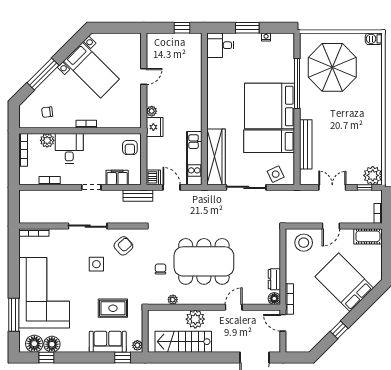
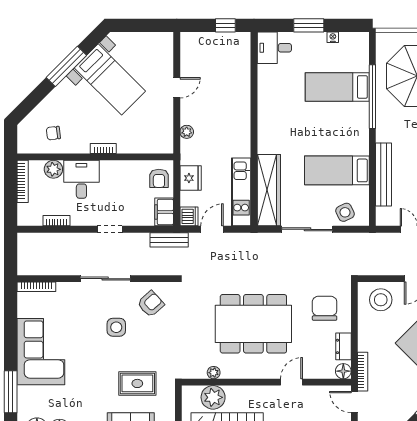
window: (43, 74) -> (66, 66), moved
bed: (270, 106) -> (337, 87), moved, width x0.49
fridge: (155, 127) -> (191, 178), moved
filing cabinet: (117, 178) -> (164, 212), moved, turned -90
door: (172, 187) -> (212, 229), hinge flipped
chair: (161, 269) -> (325, 308), moved, width x1.87, depth x1.87
corner sofa: (44, 293) -> (41, 352), width x0.73, depth x0.74
plant: (195, 319) -> (213, 397), moved

